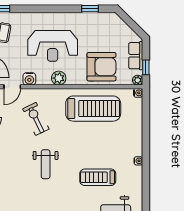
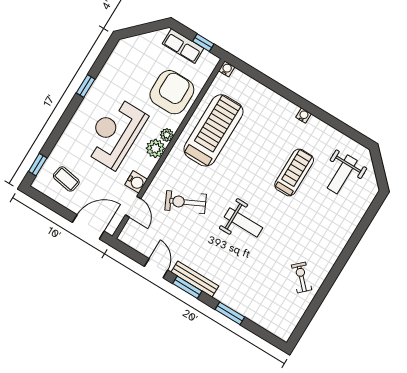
window: (90, 9) -> (86, 86), moved
reception desk: (53, 46) -> (115, 133), turned 180
plant: (138, 80) -> (167, 135), moved
treadmill: (98, 177) -> (294, 172), turned 180

